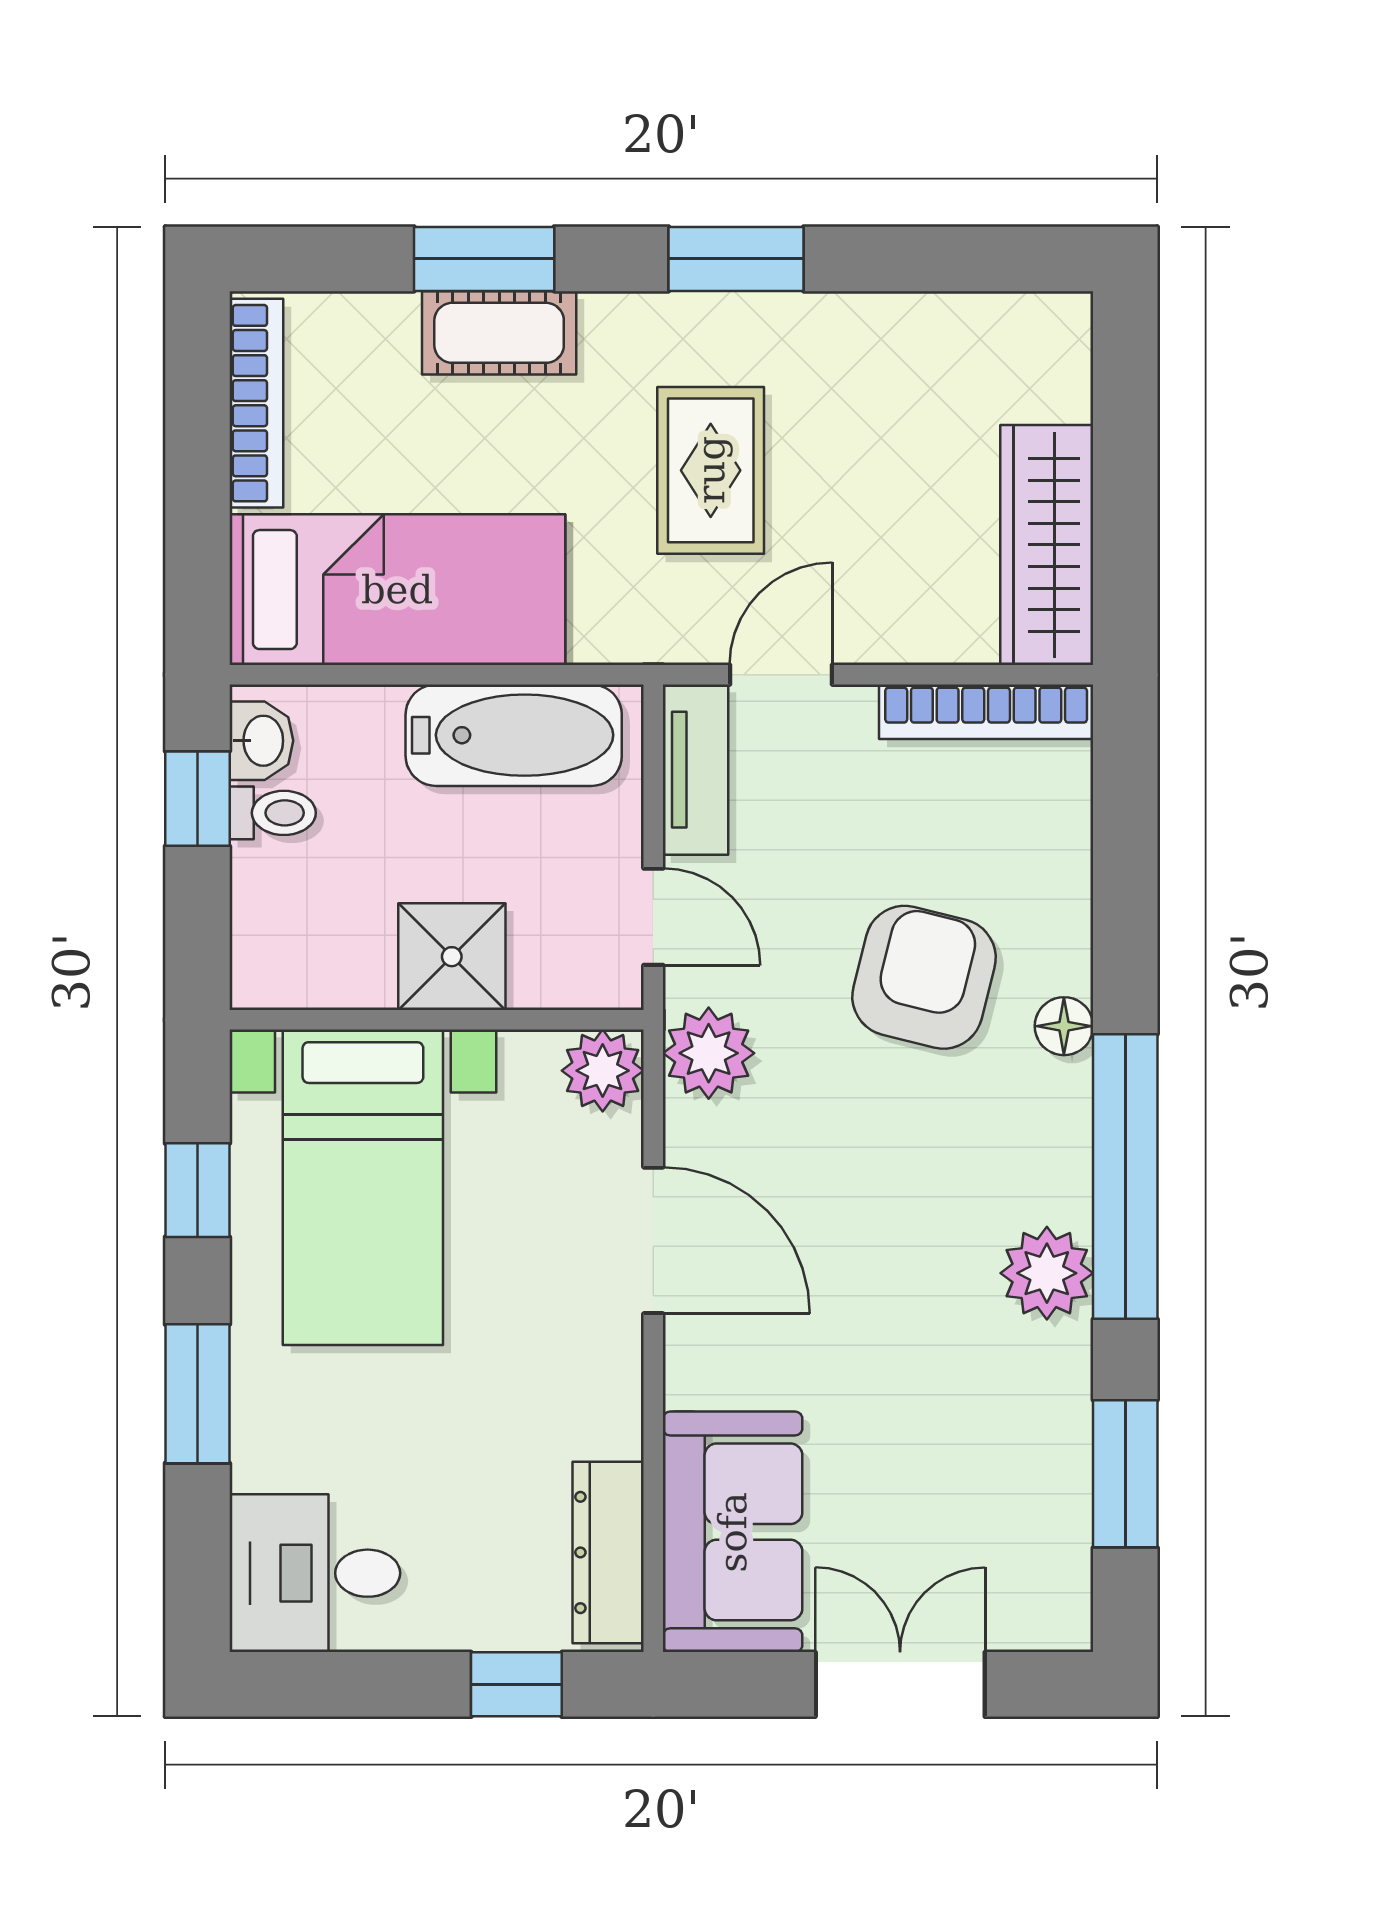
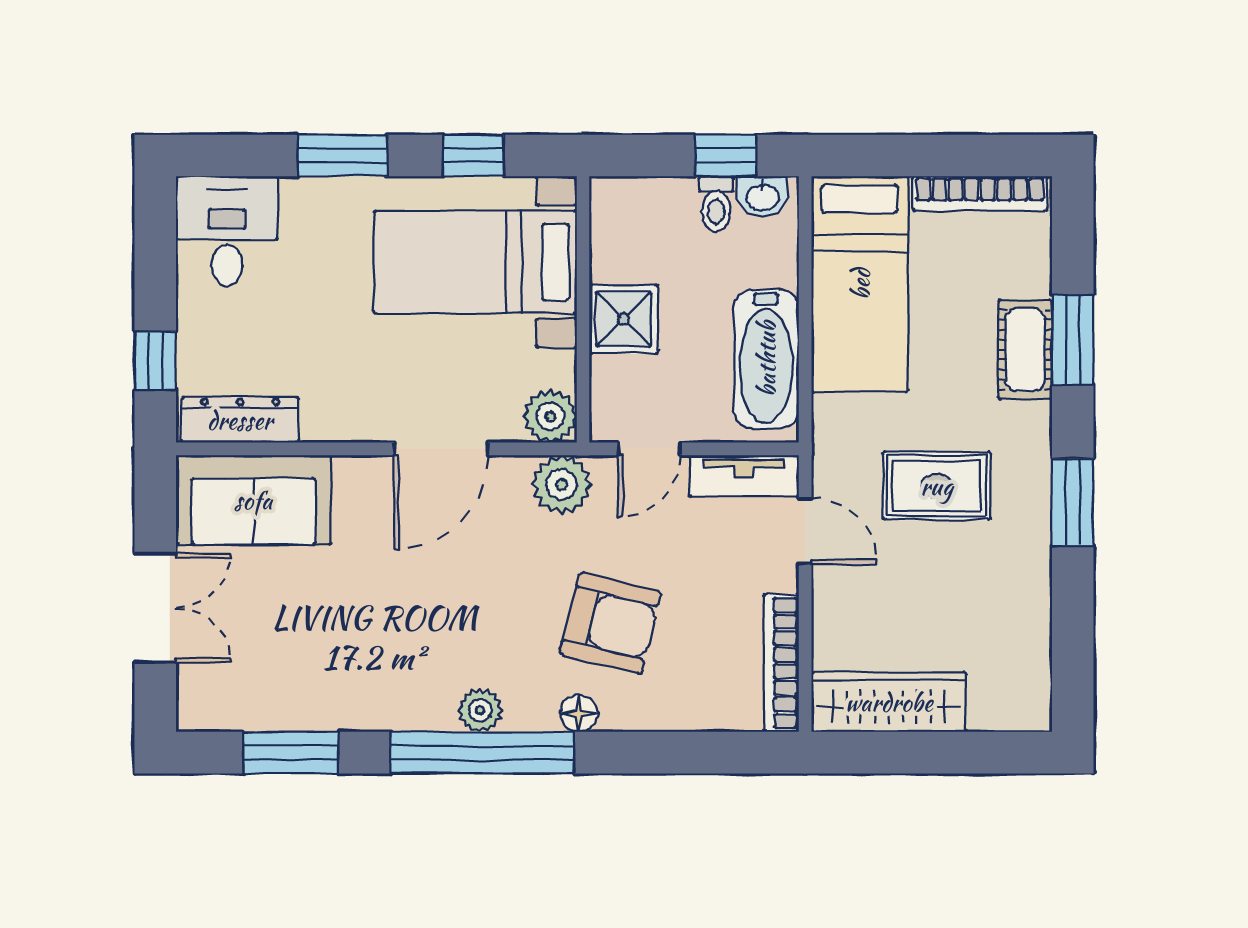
plant: (1047, 1273) -> (480, 710), moved, width x0.73, depth x0.73

